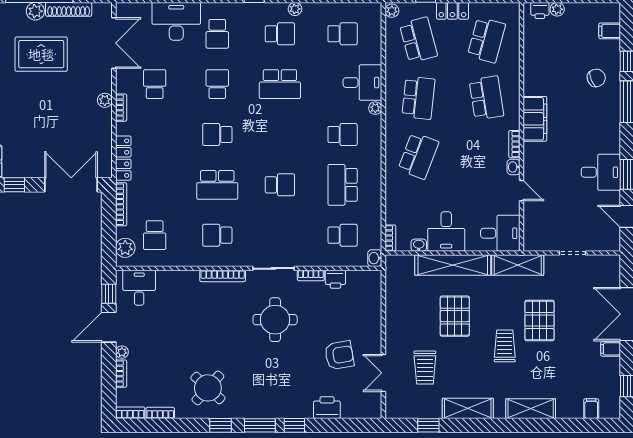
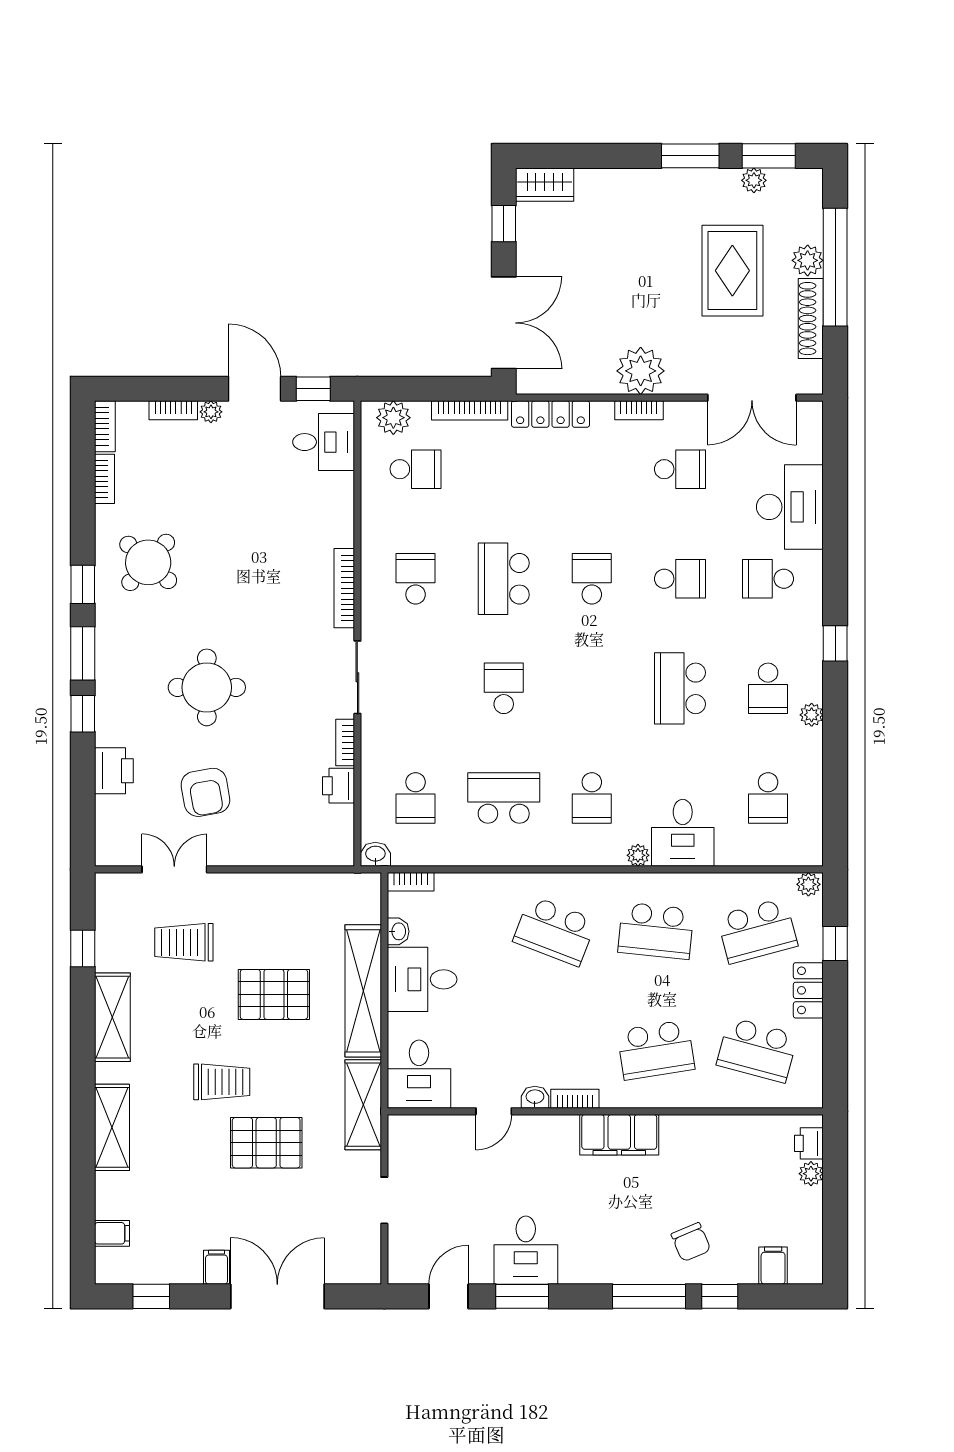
plant: (105, 100) -> (641, 371), width x1.87, depth x1.87
school desk: (280, 185) -> (504, 688), turned 180
school desk: (155, 235) -> (416, 469), turned 180
round table: (275, 320) -> (207, 687), moved

